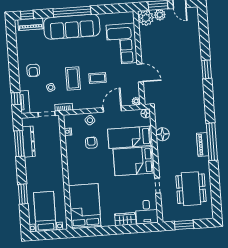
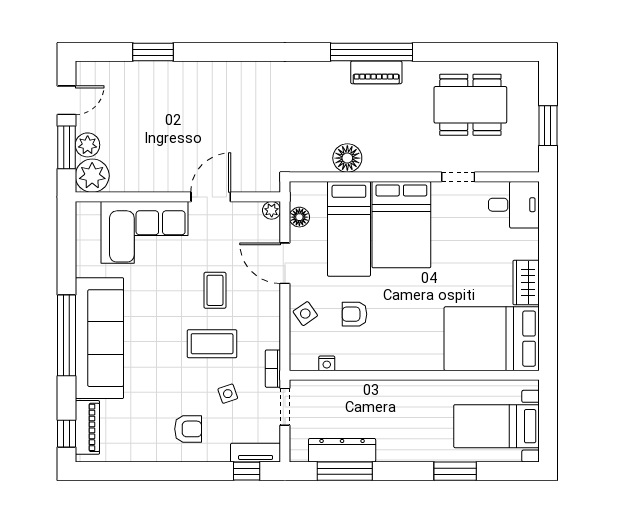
window: (207, 69) -> (153, 52), moved
floor lamp: (146, 113) -> (299, 217), moved
wardrobe: (125, 219) -> (526, 282), moved

